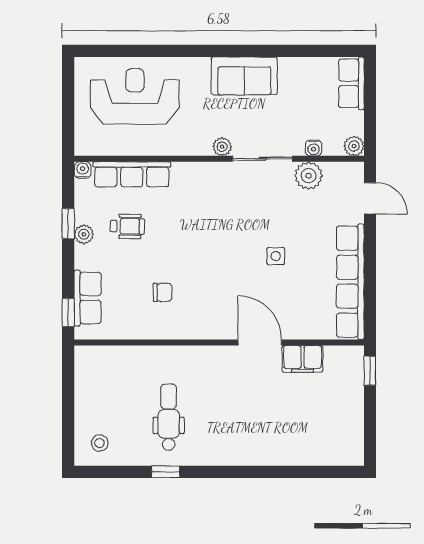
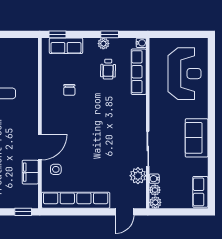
row of seats: (351, 83) -> (200, 192), moved, turned -90
plant: (222, 147) -> (155, 190), moved
side table: (276, 256) -> (56, 169), moved

